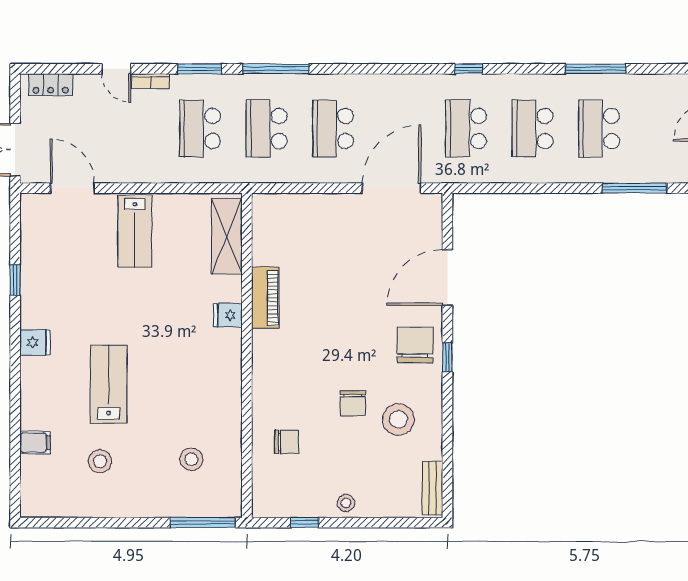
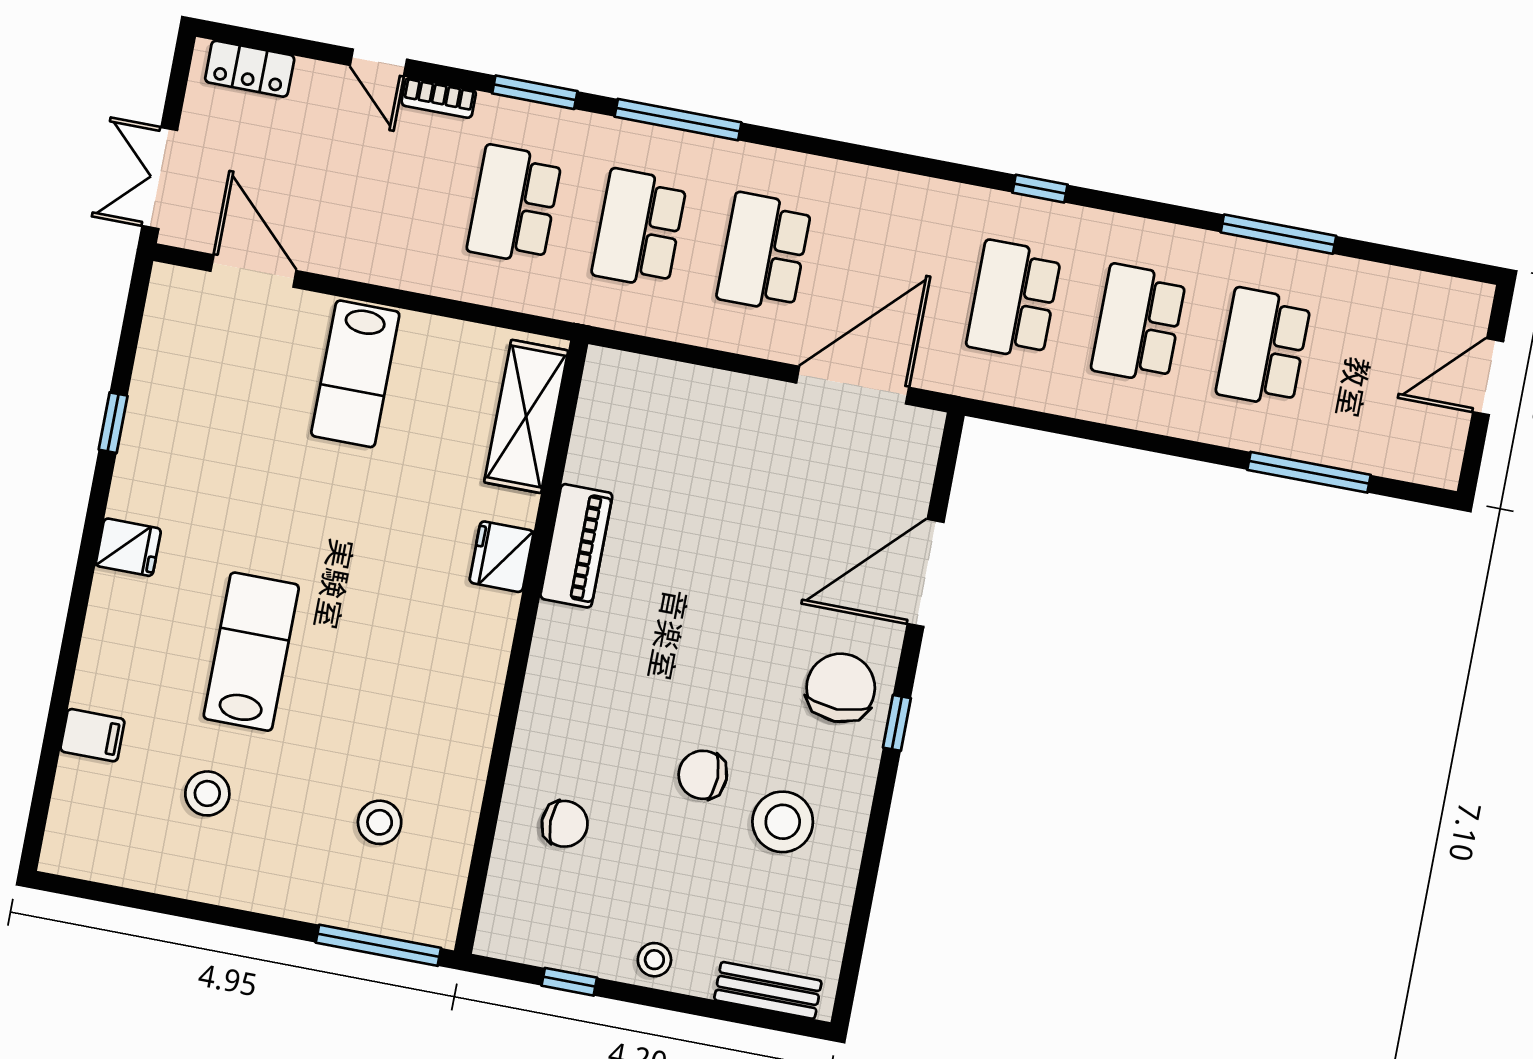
fridge: (228, 315) -> (501, 557), width x1.38
chair: (353, 403) -> (703, 775), turned 90
bench: (432, 488) -> (768, 990), moved, turned 90

